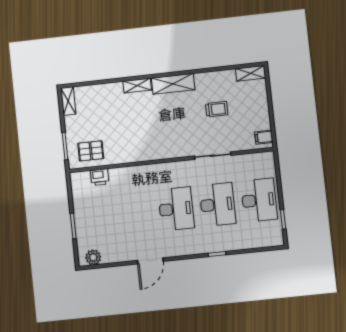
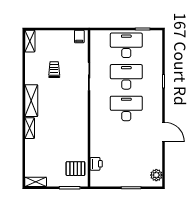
pallet: (91, 151) -> (75, 169), turned 90

